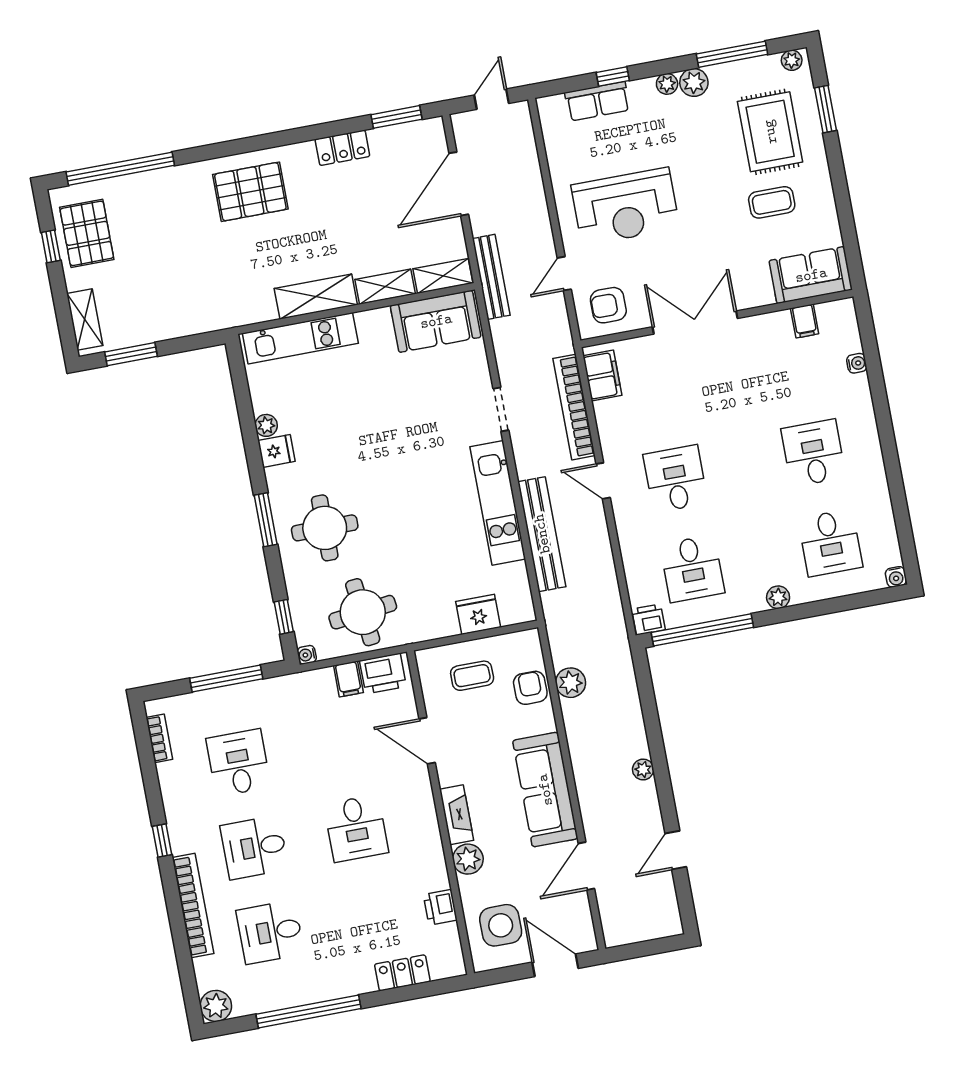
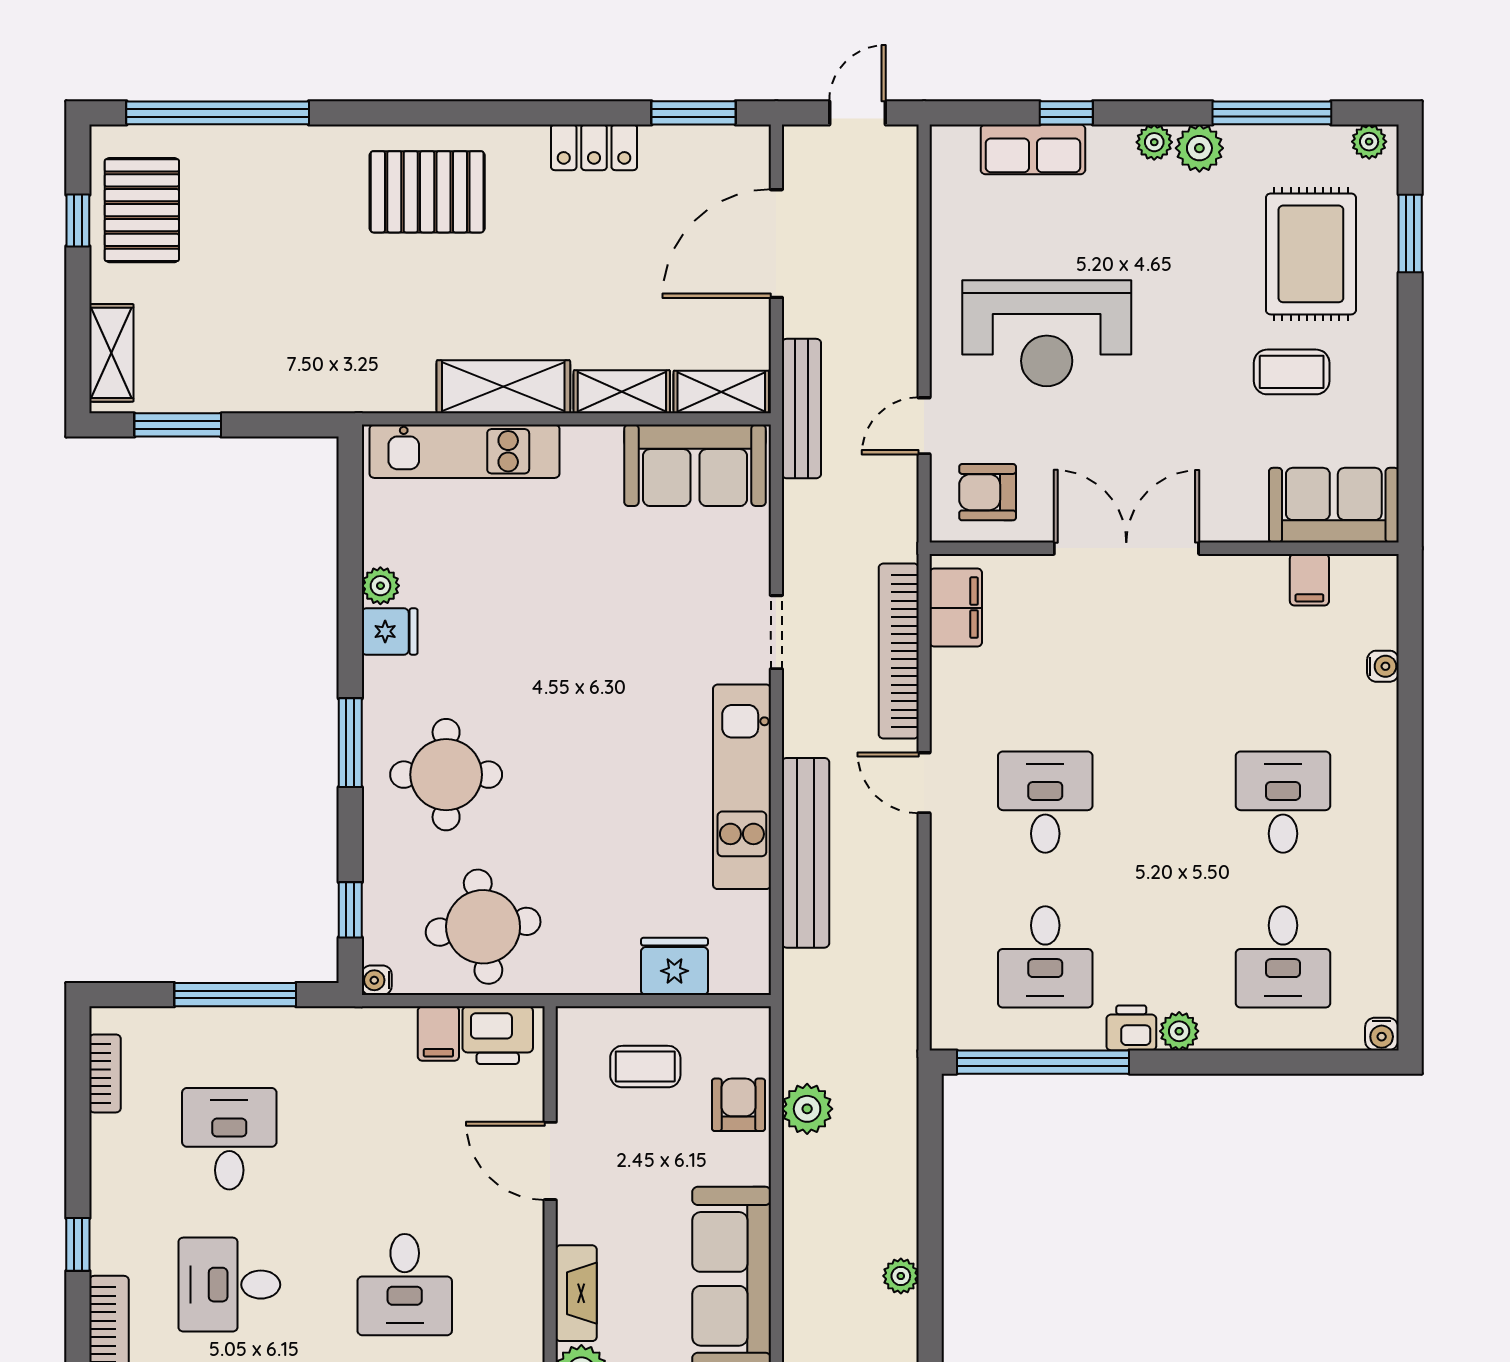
printer: (649, 619) -> (1131, 1028), moved

